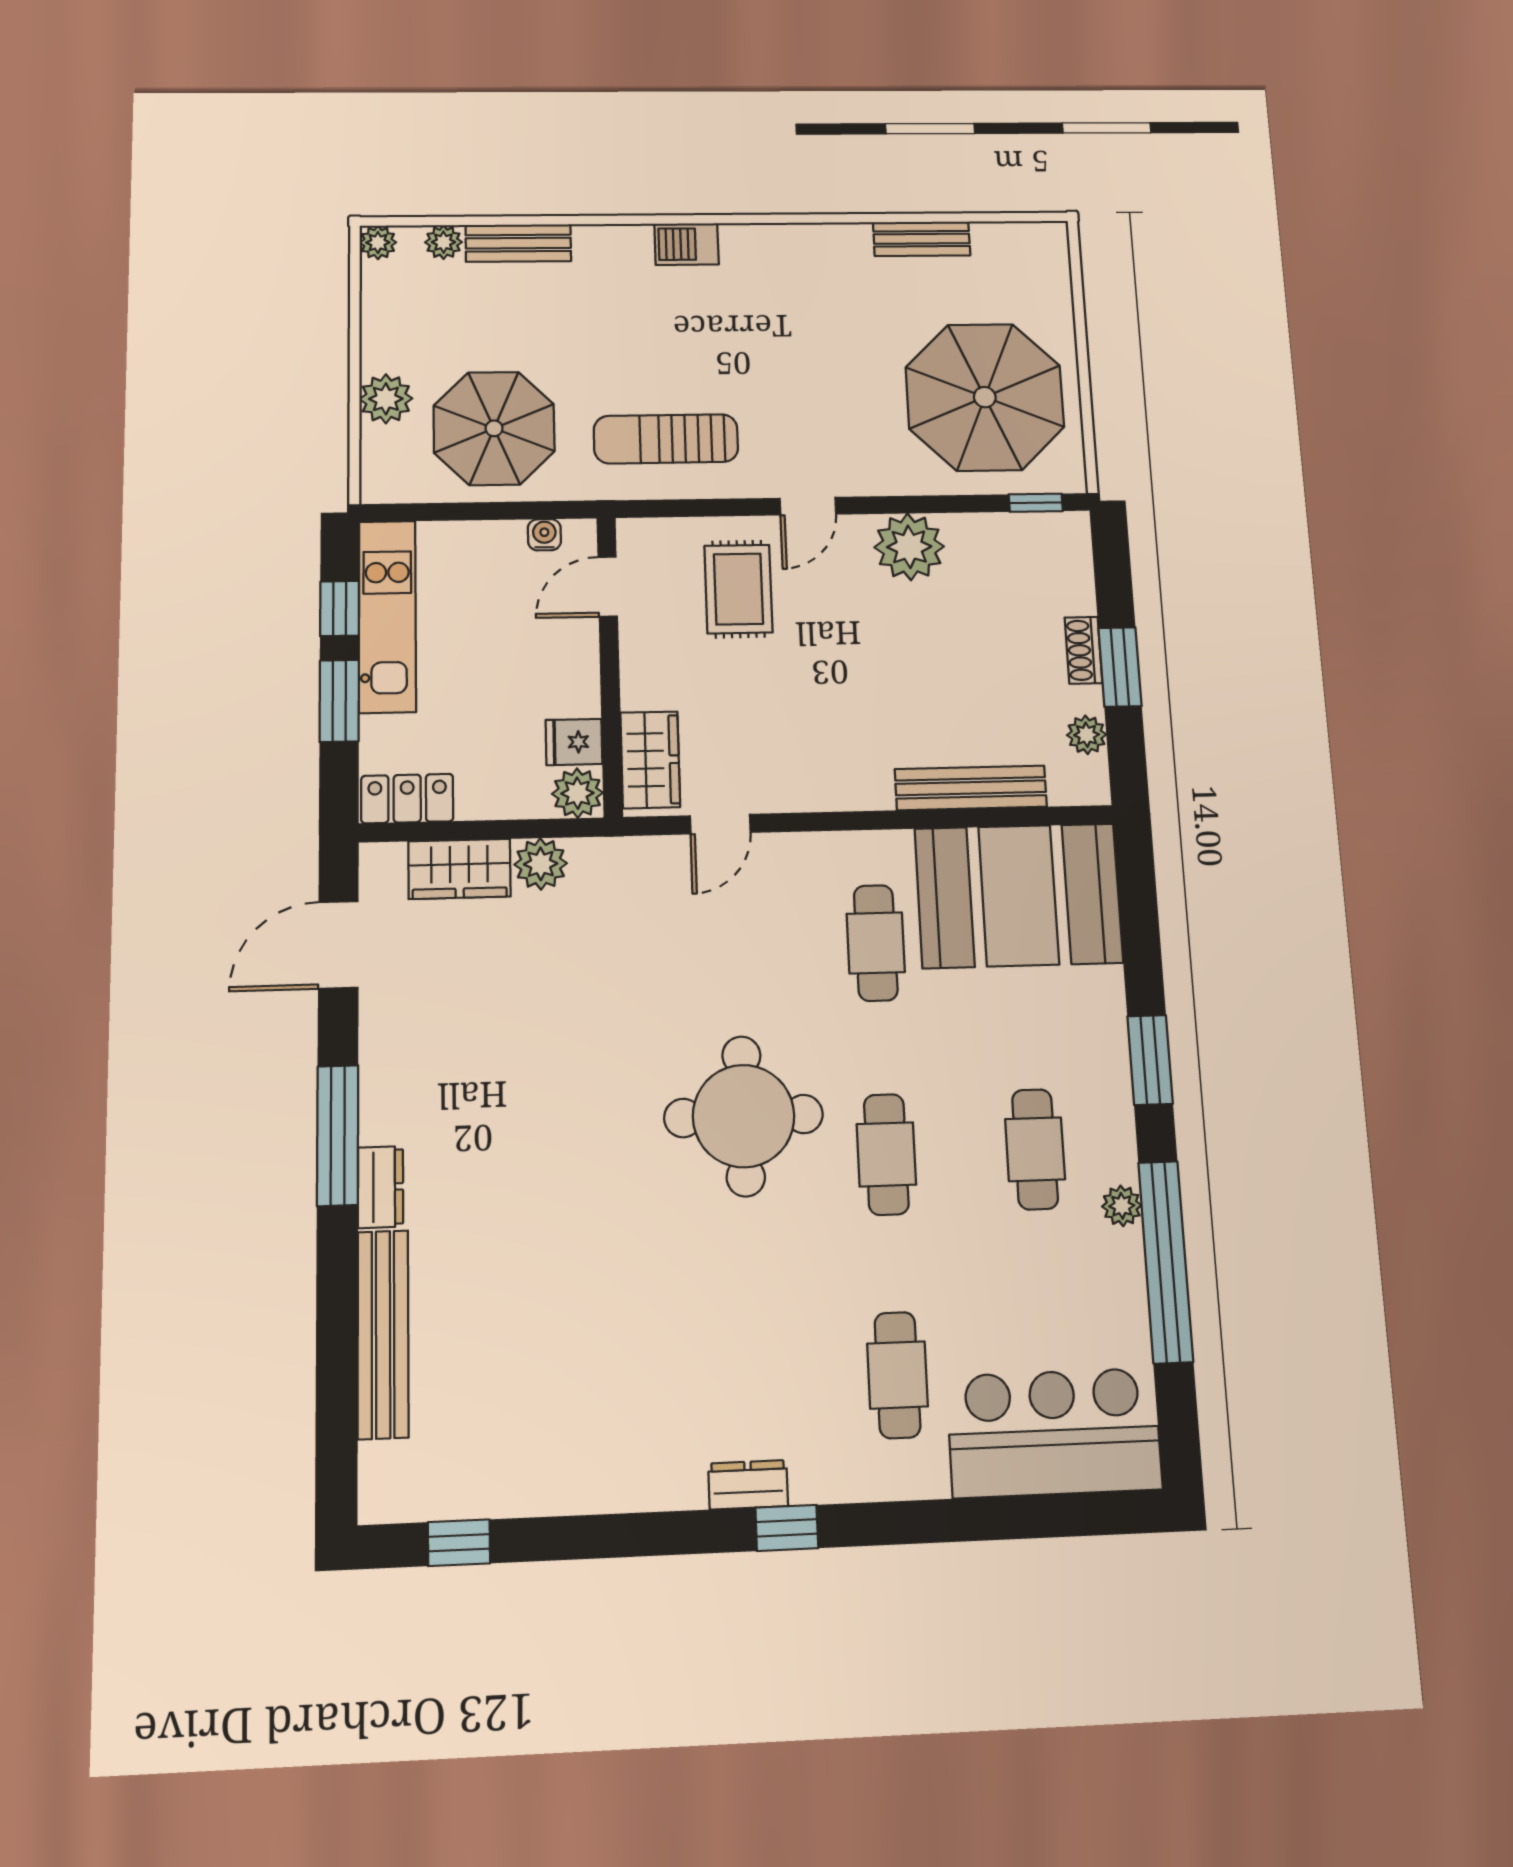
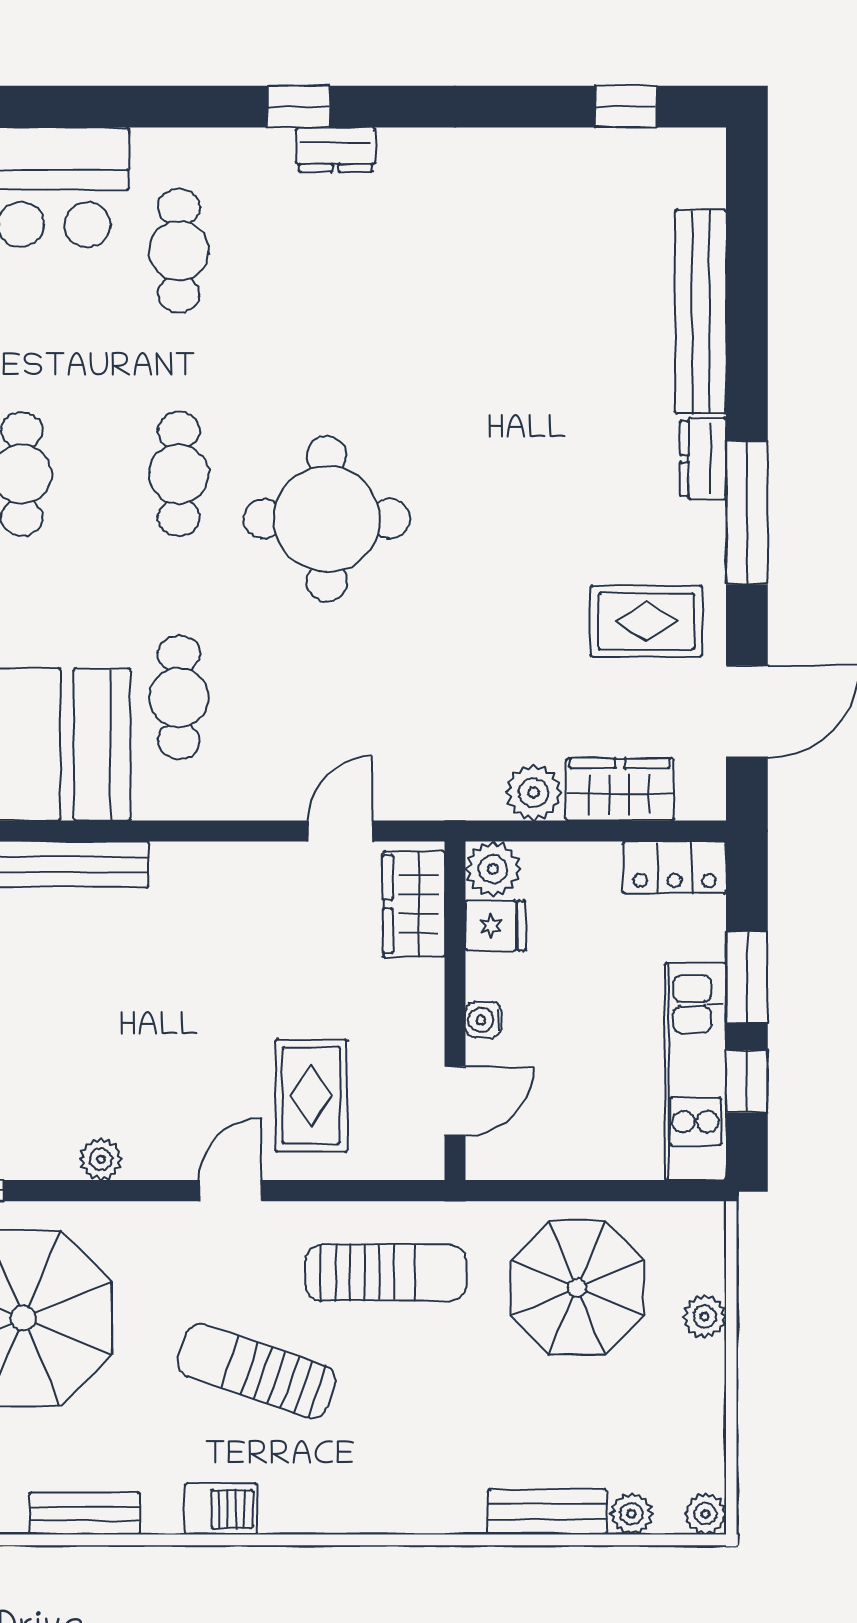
barbecue: (687, 244) -> (221, 1509), moved
sun lounger: (778, 356) -> (256, 1371), added
plant: (386, 399) -> (705, 1317), width x0.73, depth x0.73
water cooler: (544, 535) -> (484, 1020), moved, turned 90
plant: (909, 547) -> (101, 1159), width x0.53, depth x0.53
rug: (435, 1027) -> (646, 621), added

